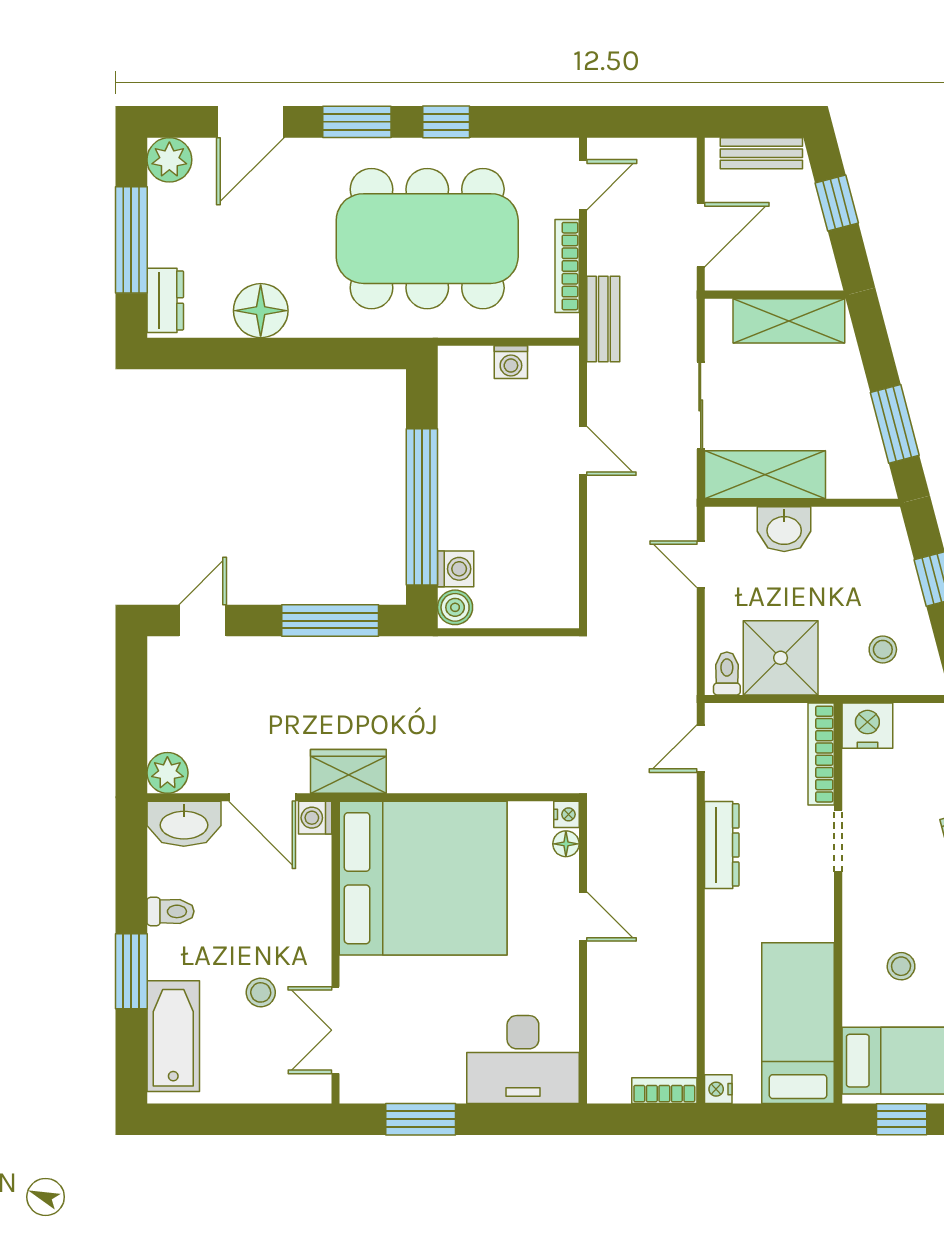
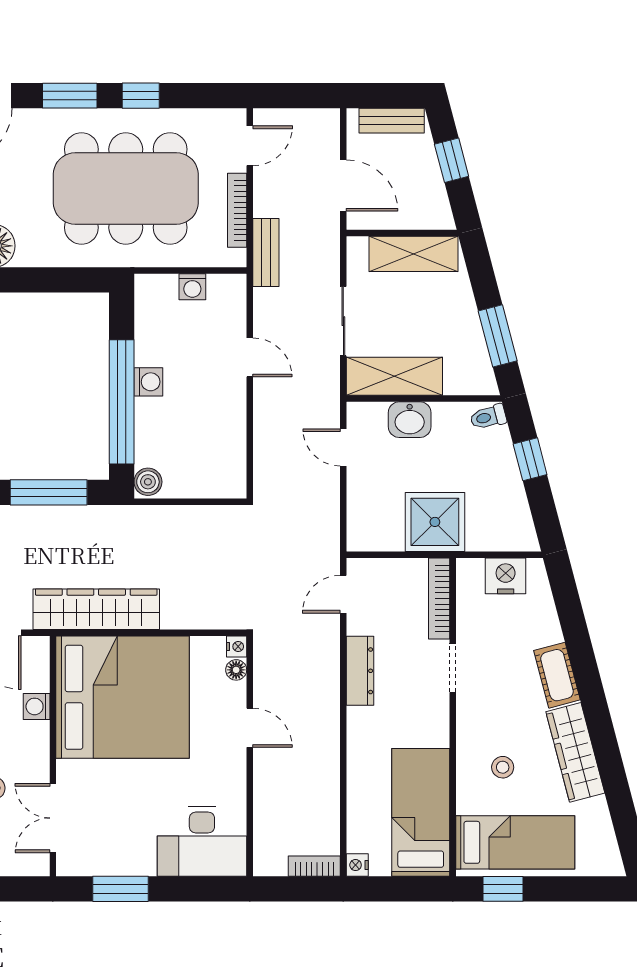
door: (701, 235) -> (343, 185), hinge flipped
washing machine: (456, 569) -> (148, 382), moved
stool: (883, 649) -> (488, 515), removed
shower: (781, 658) -> (435, 522), moved
toilet: (727, 674) -> (488, 417), moved, turned -105
nightstand: (867, 726) -> (506, 576), moved
wardrobe: (348, 771) -> (96, 609), width x2.10, depth x1.17
washing machine: (315, 818) -> (37, 706), moved

